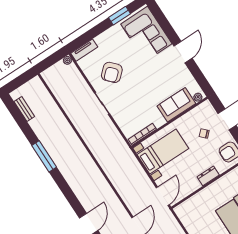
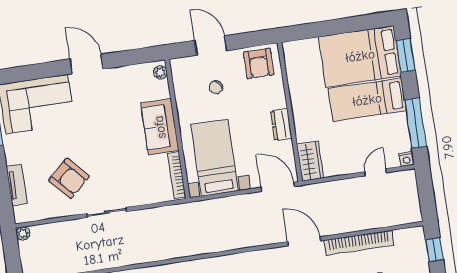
tv unit: (84, 50) -> (17, 185), moved
sofa: (176, 105) -> (160, 127), moved
dresser: (208, 176) -> (281, 125), moved
wardrobe: (186, 208) -> (310, 161), added

